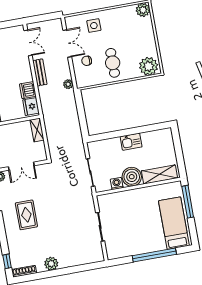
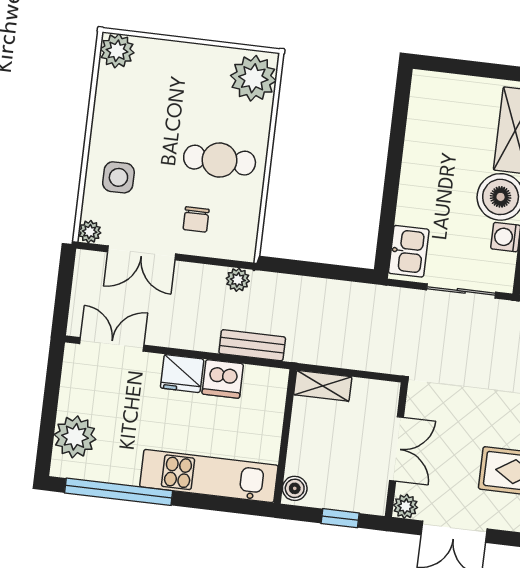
plant: (69, 21) -> (90, 232), added
double door: (67, 44) -> (141, 253), swing flipped
bench: (40, 72) -> (252, 345), moved
fridge: (31, 107) -> (182, 374), moved
kitchen sink: (131, 142) -> (409, 251), moved

